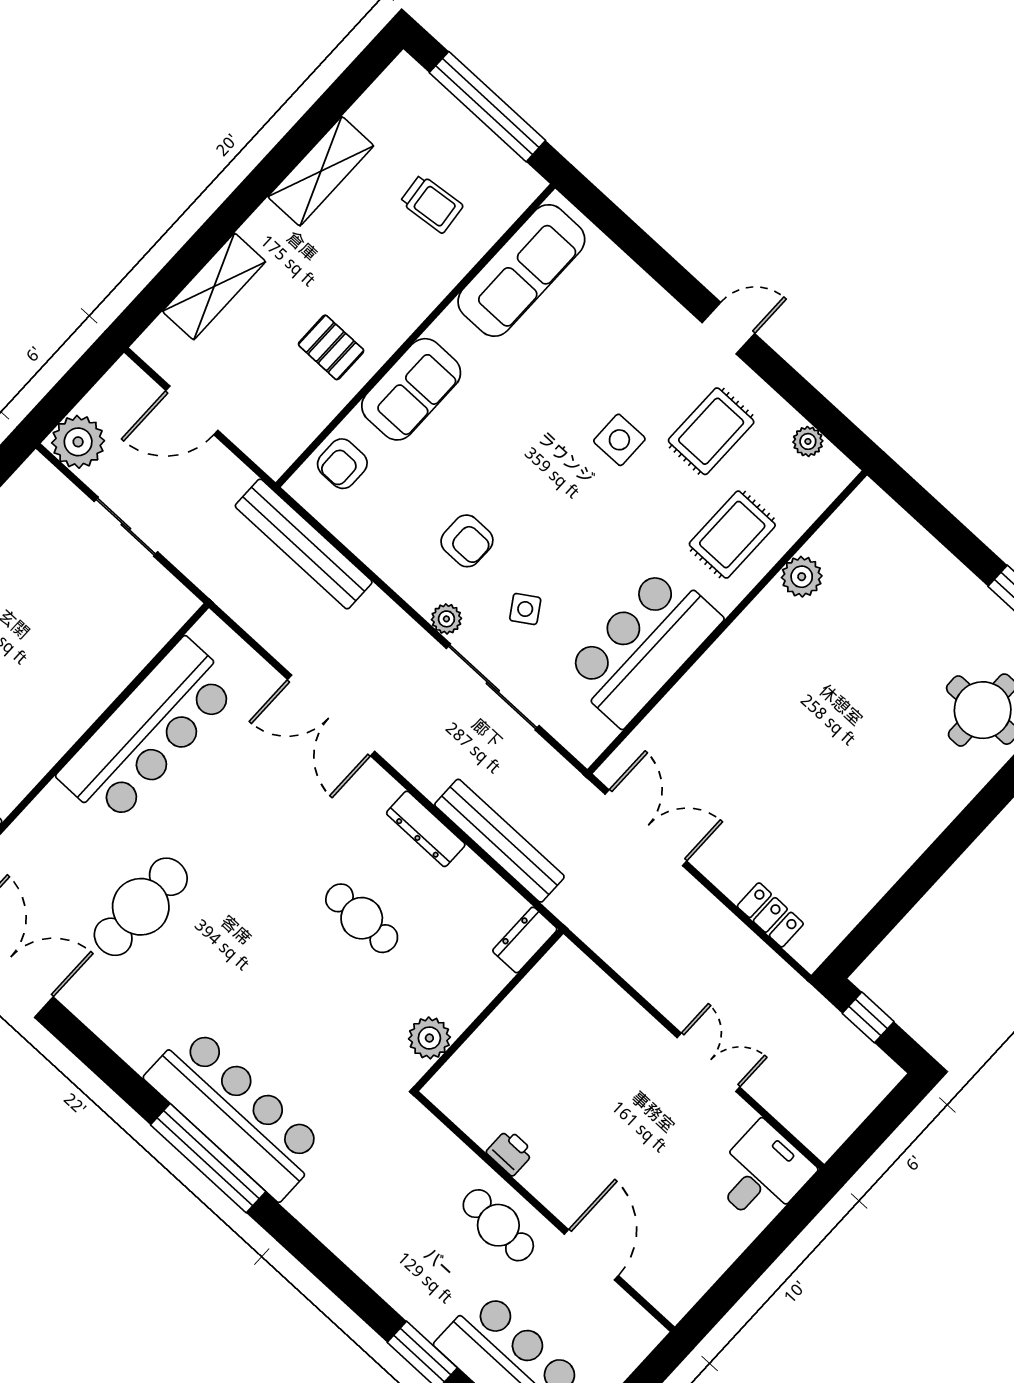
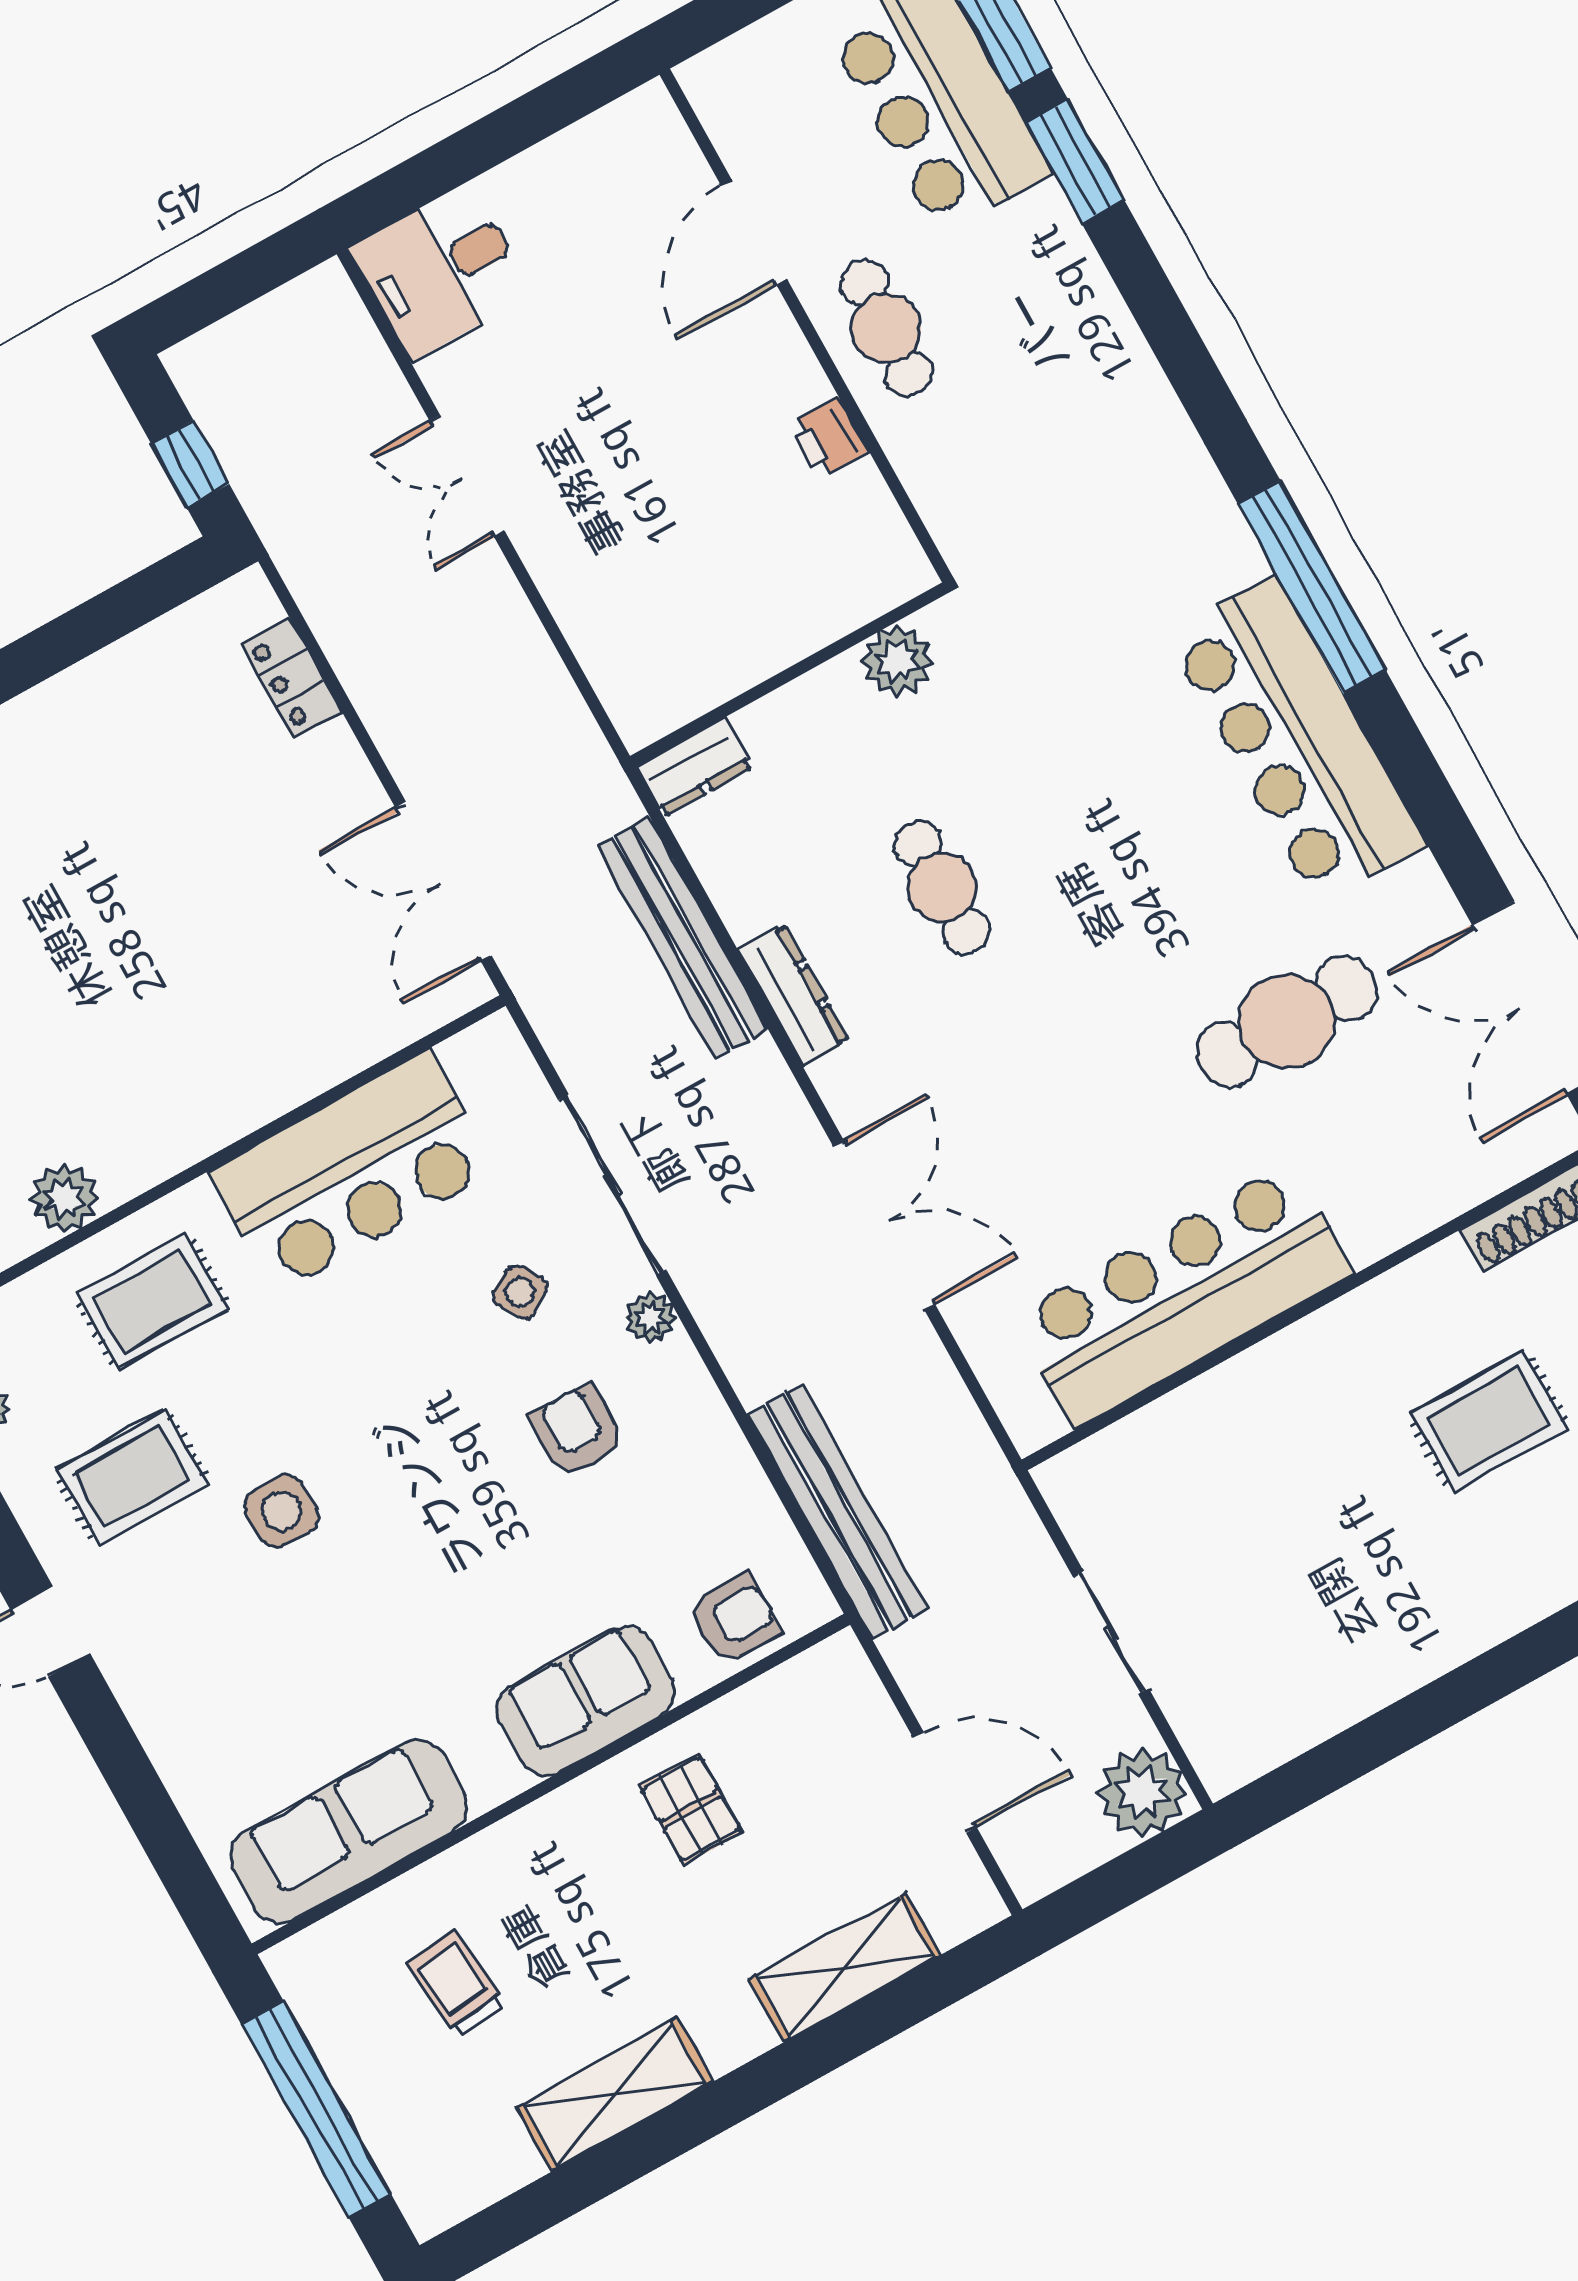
bar counter: (236, 1113) -> (1297, 740), moved

